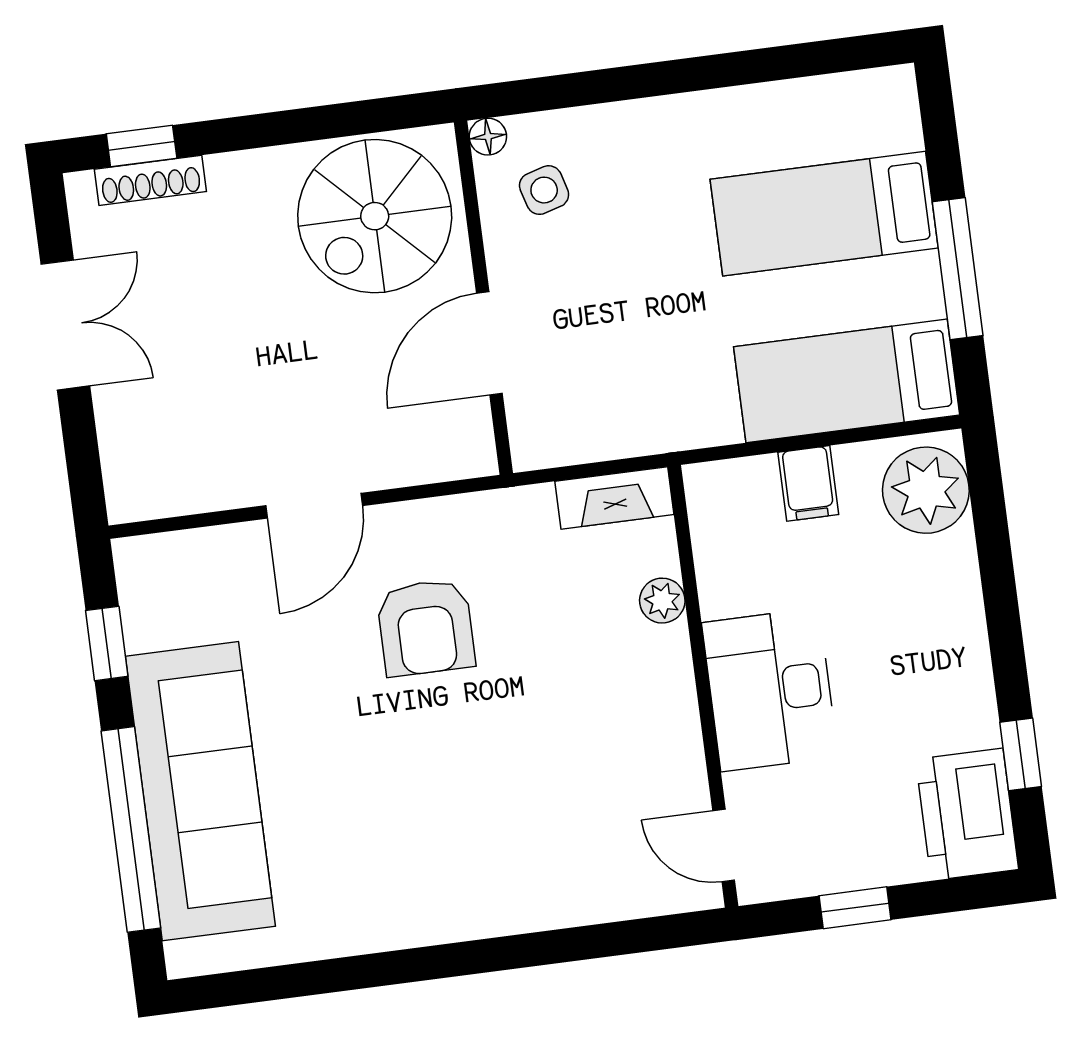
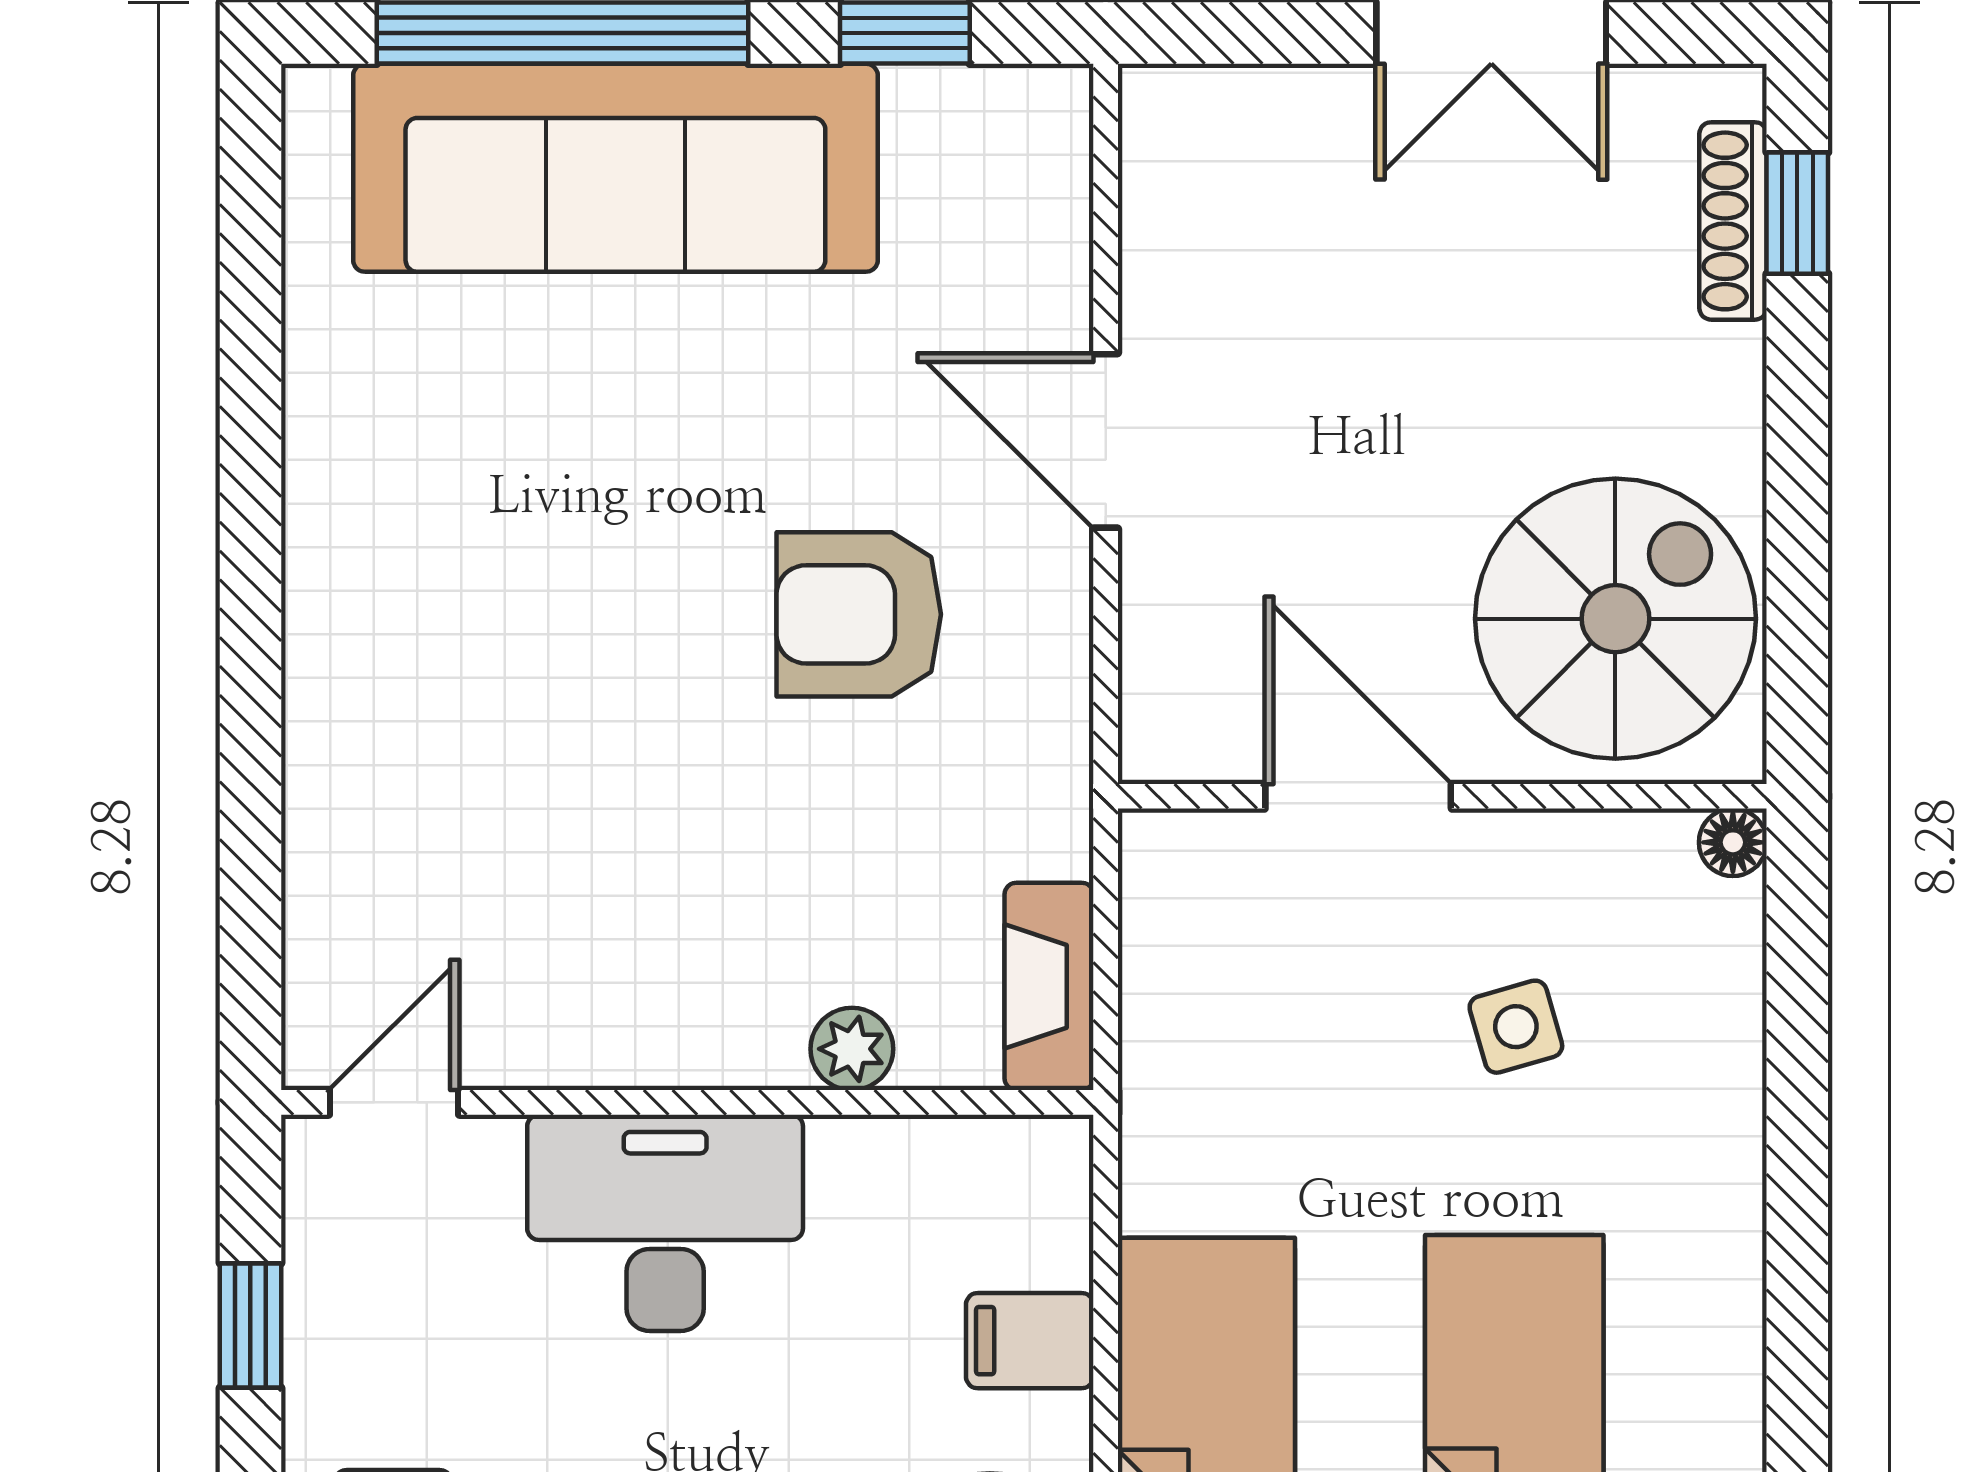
side table: (544, 190) -> (1516, 1027), moved
spiral stairs: (375, 216) -> (1615, 619), turned 90

